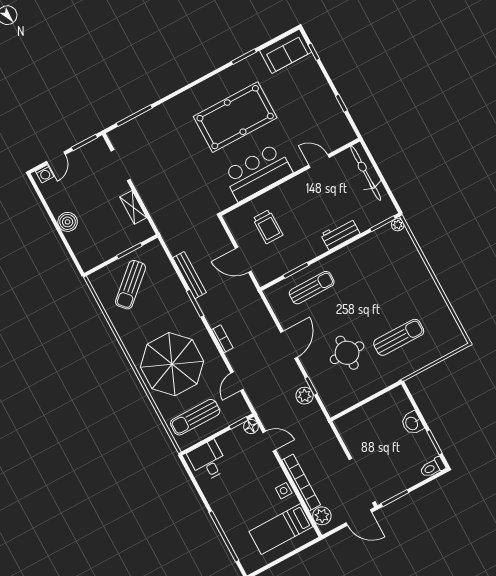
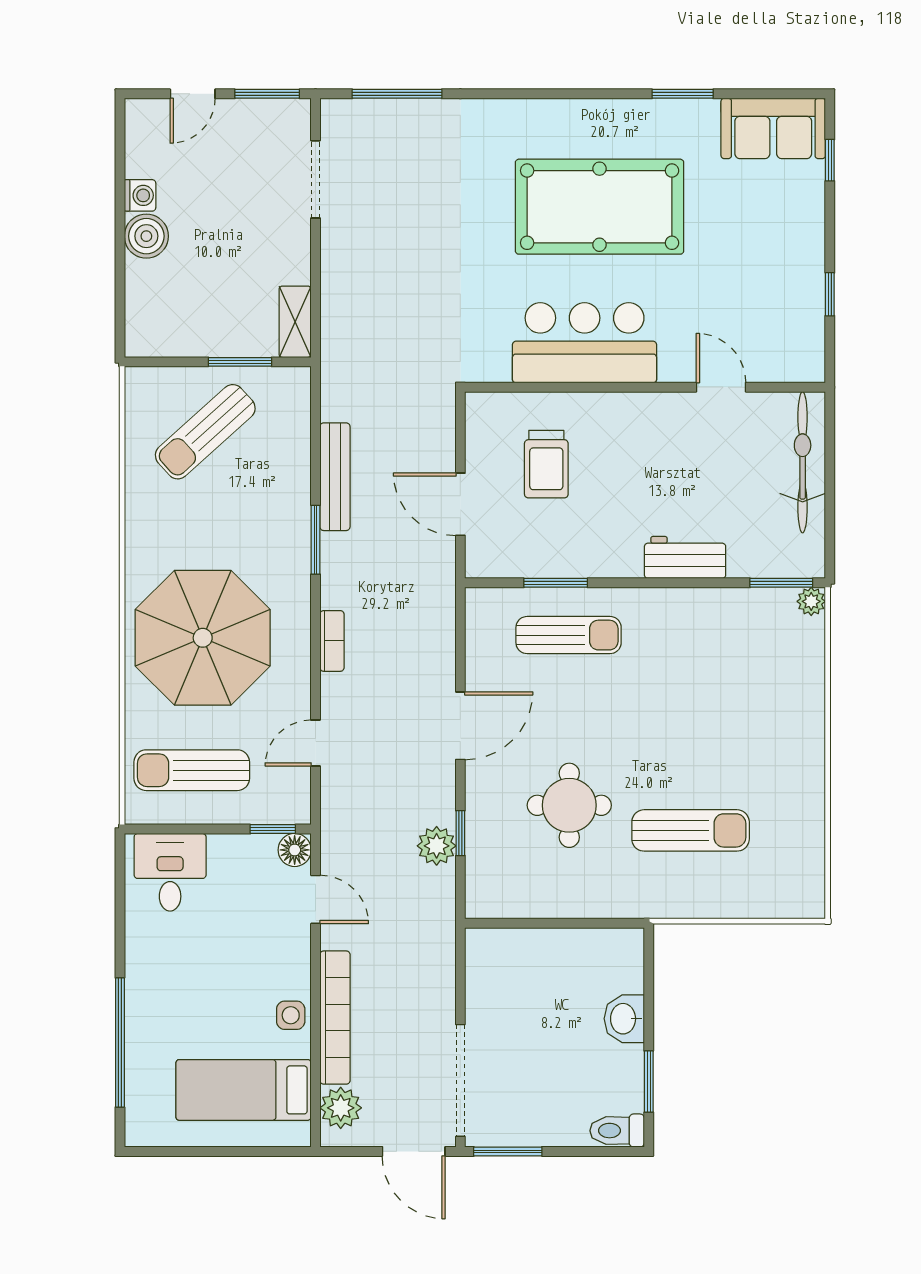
washing machine: (45, 174) -> (140, 195), moved, turned -90
shelving: (133, 207) -> (295, 322), moved

